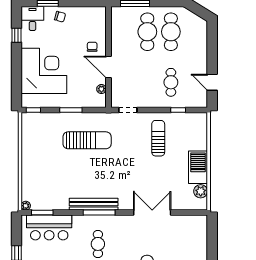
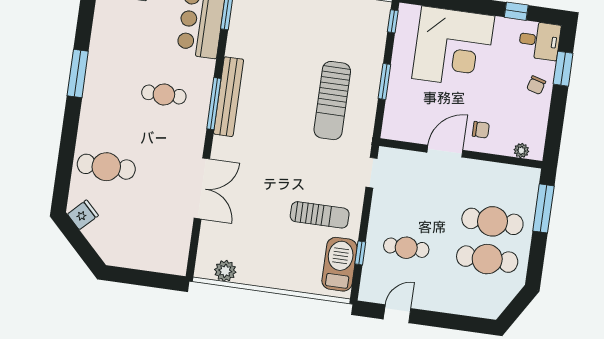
plant: (101, 89) -> (521, 151), moved
barbecue: (198, 167) -> (339, 264), moved, turned -90

